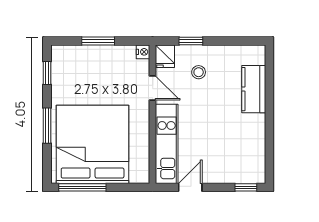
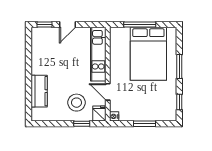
stool: (199, 72) -> (77, 103), width x1.89, depth x1.89
bed: (93, 144) -> (148, 54), width x0.73
window: (82, 187) -> (140, 25), moved
door: (190, 187) -> (68, 25), moved

